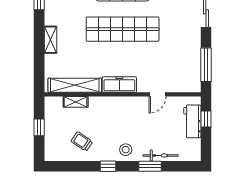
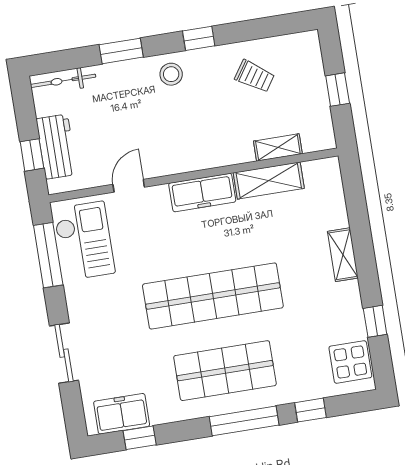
checkout: (186, 69) -> (84, 241), added
shelving: (75, 85) -> (269, 181), width x0.68
bicycle: (161, 155) -> (63, 81), moved

